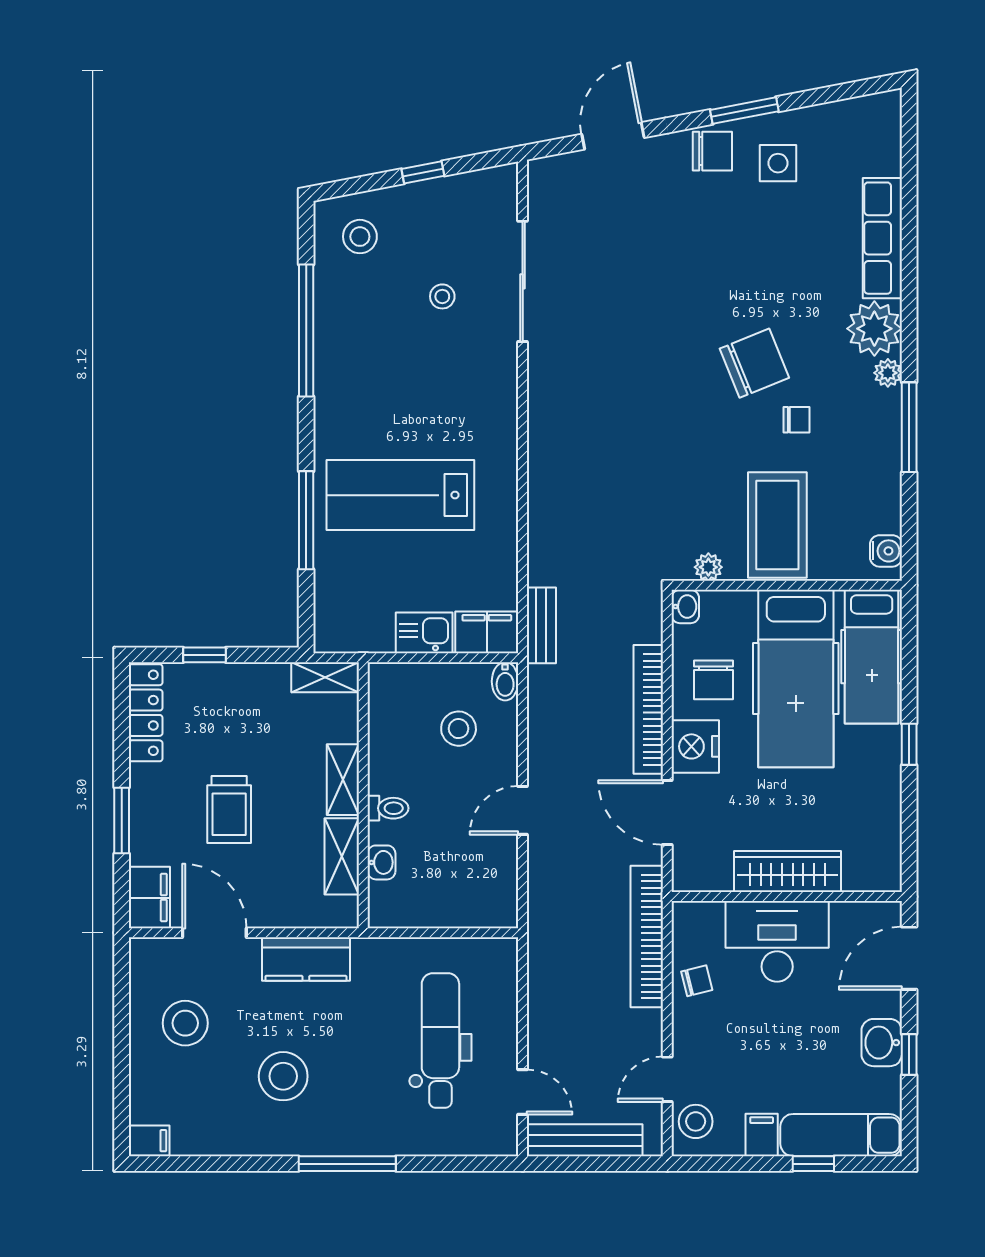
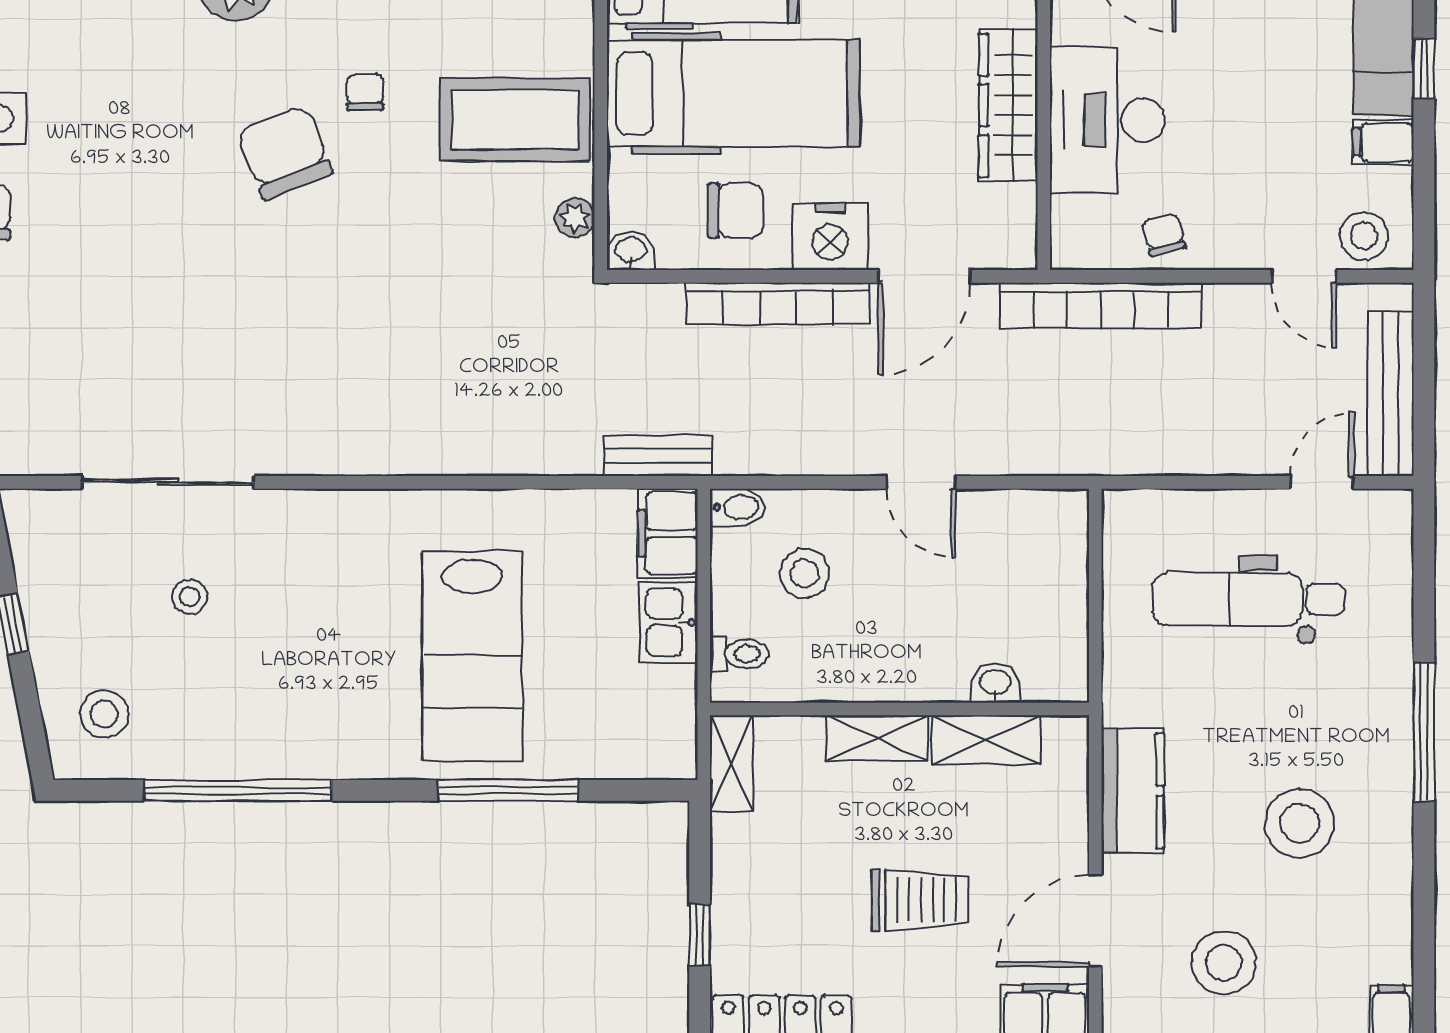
toilet: (388, 808) -> (739, 654), moved, turned 90

